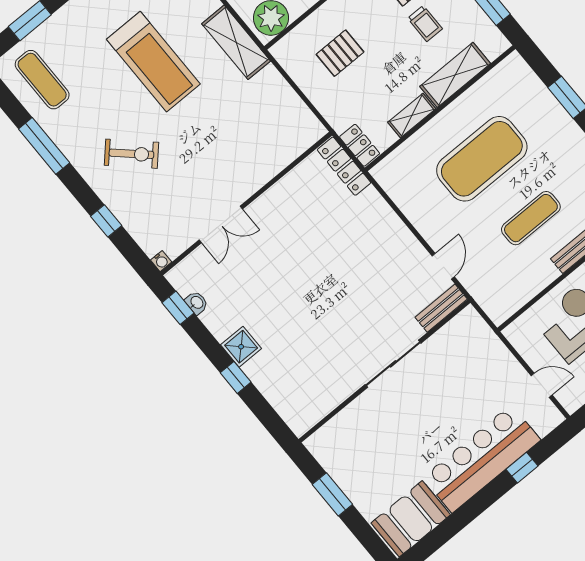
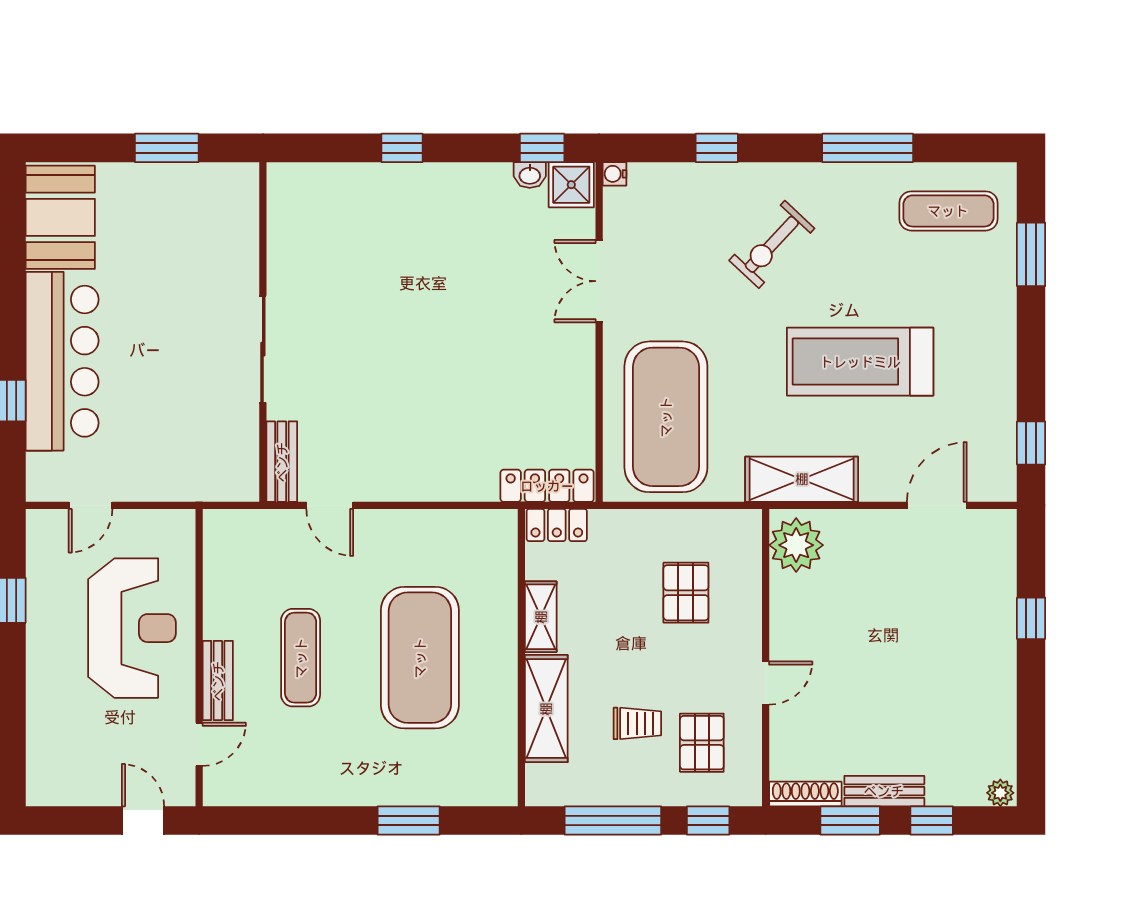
trolley: (425, 24) -> (637, 723), turned 180
exercise mat: (261, 135) -> (666, 417), added
shower: (241, 347) -> (571, 185), moved

